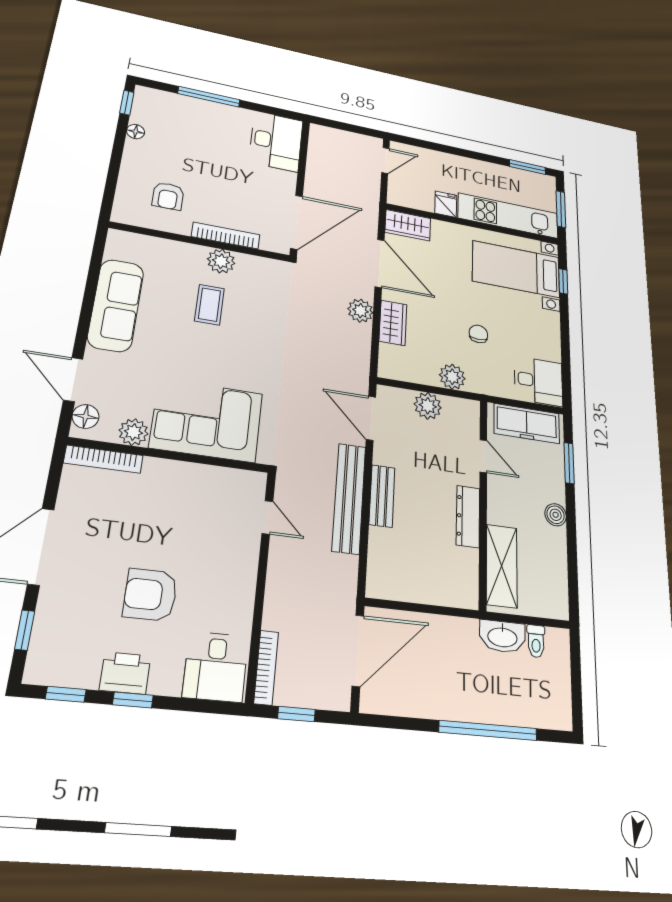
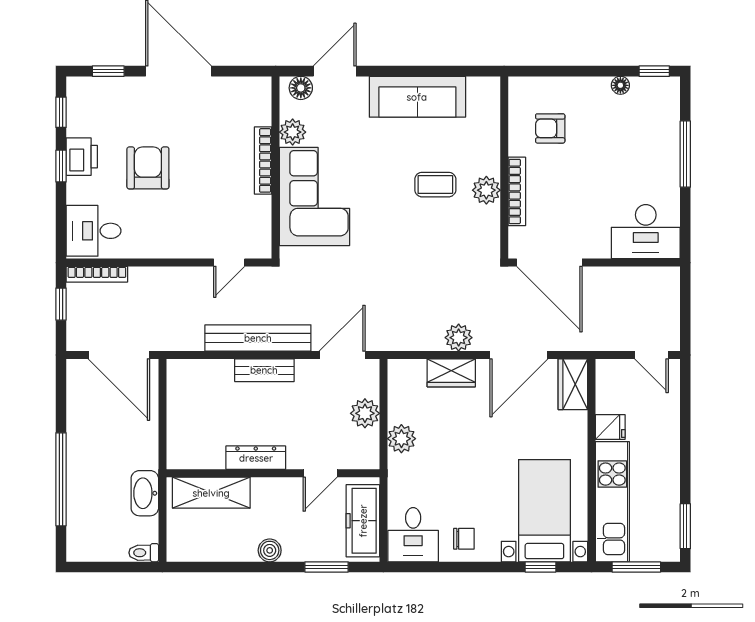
chair: (478, 334) -> (464, 539), moved
bookcase: (104, 459) -> (263, 160), moved
toilet: (536, 641) -> (144, 553), moved

